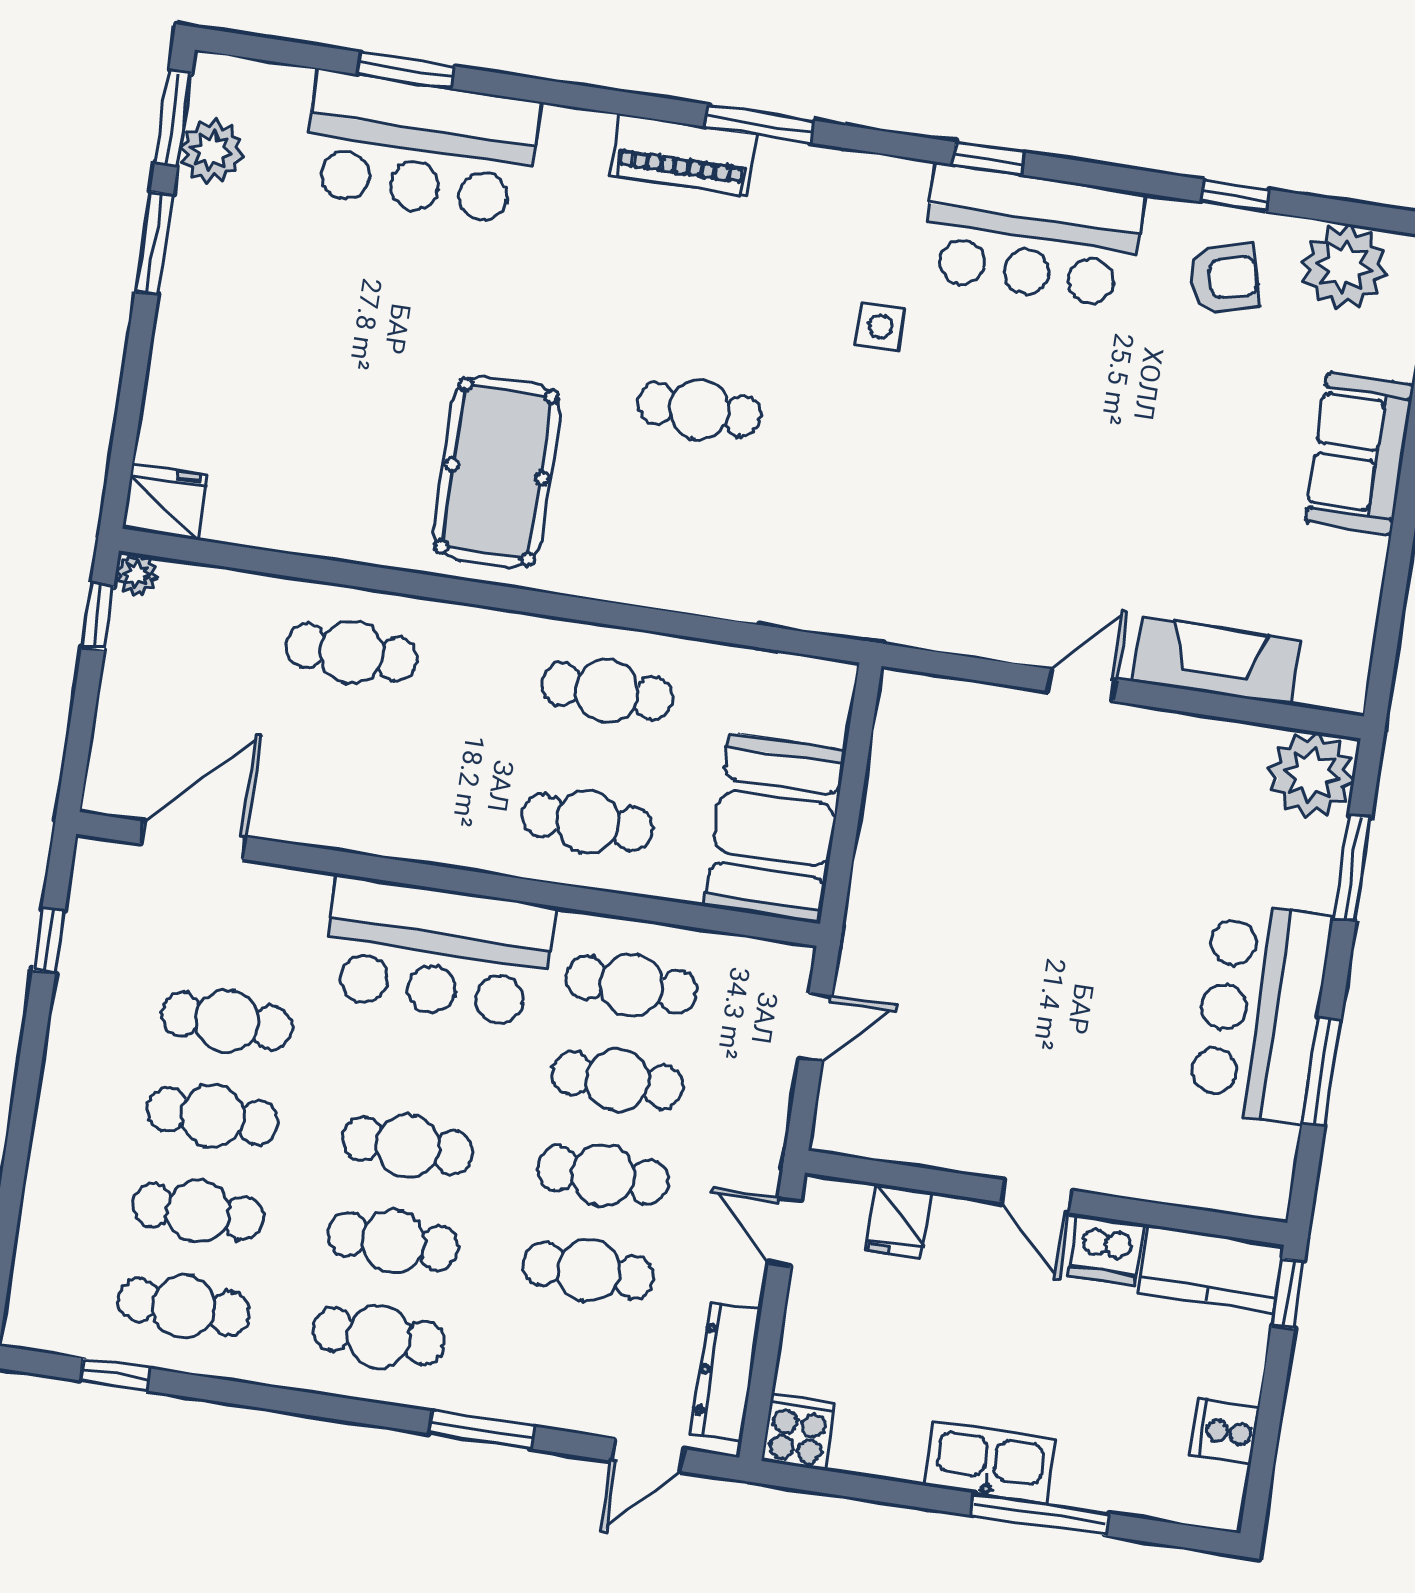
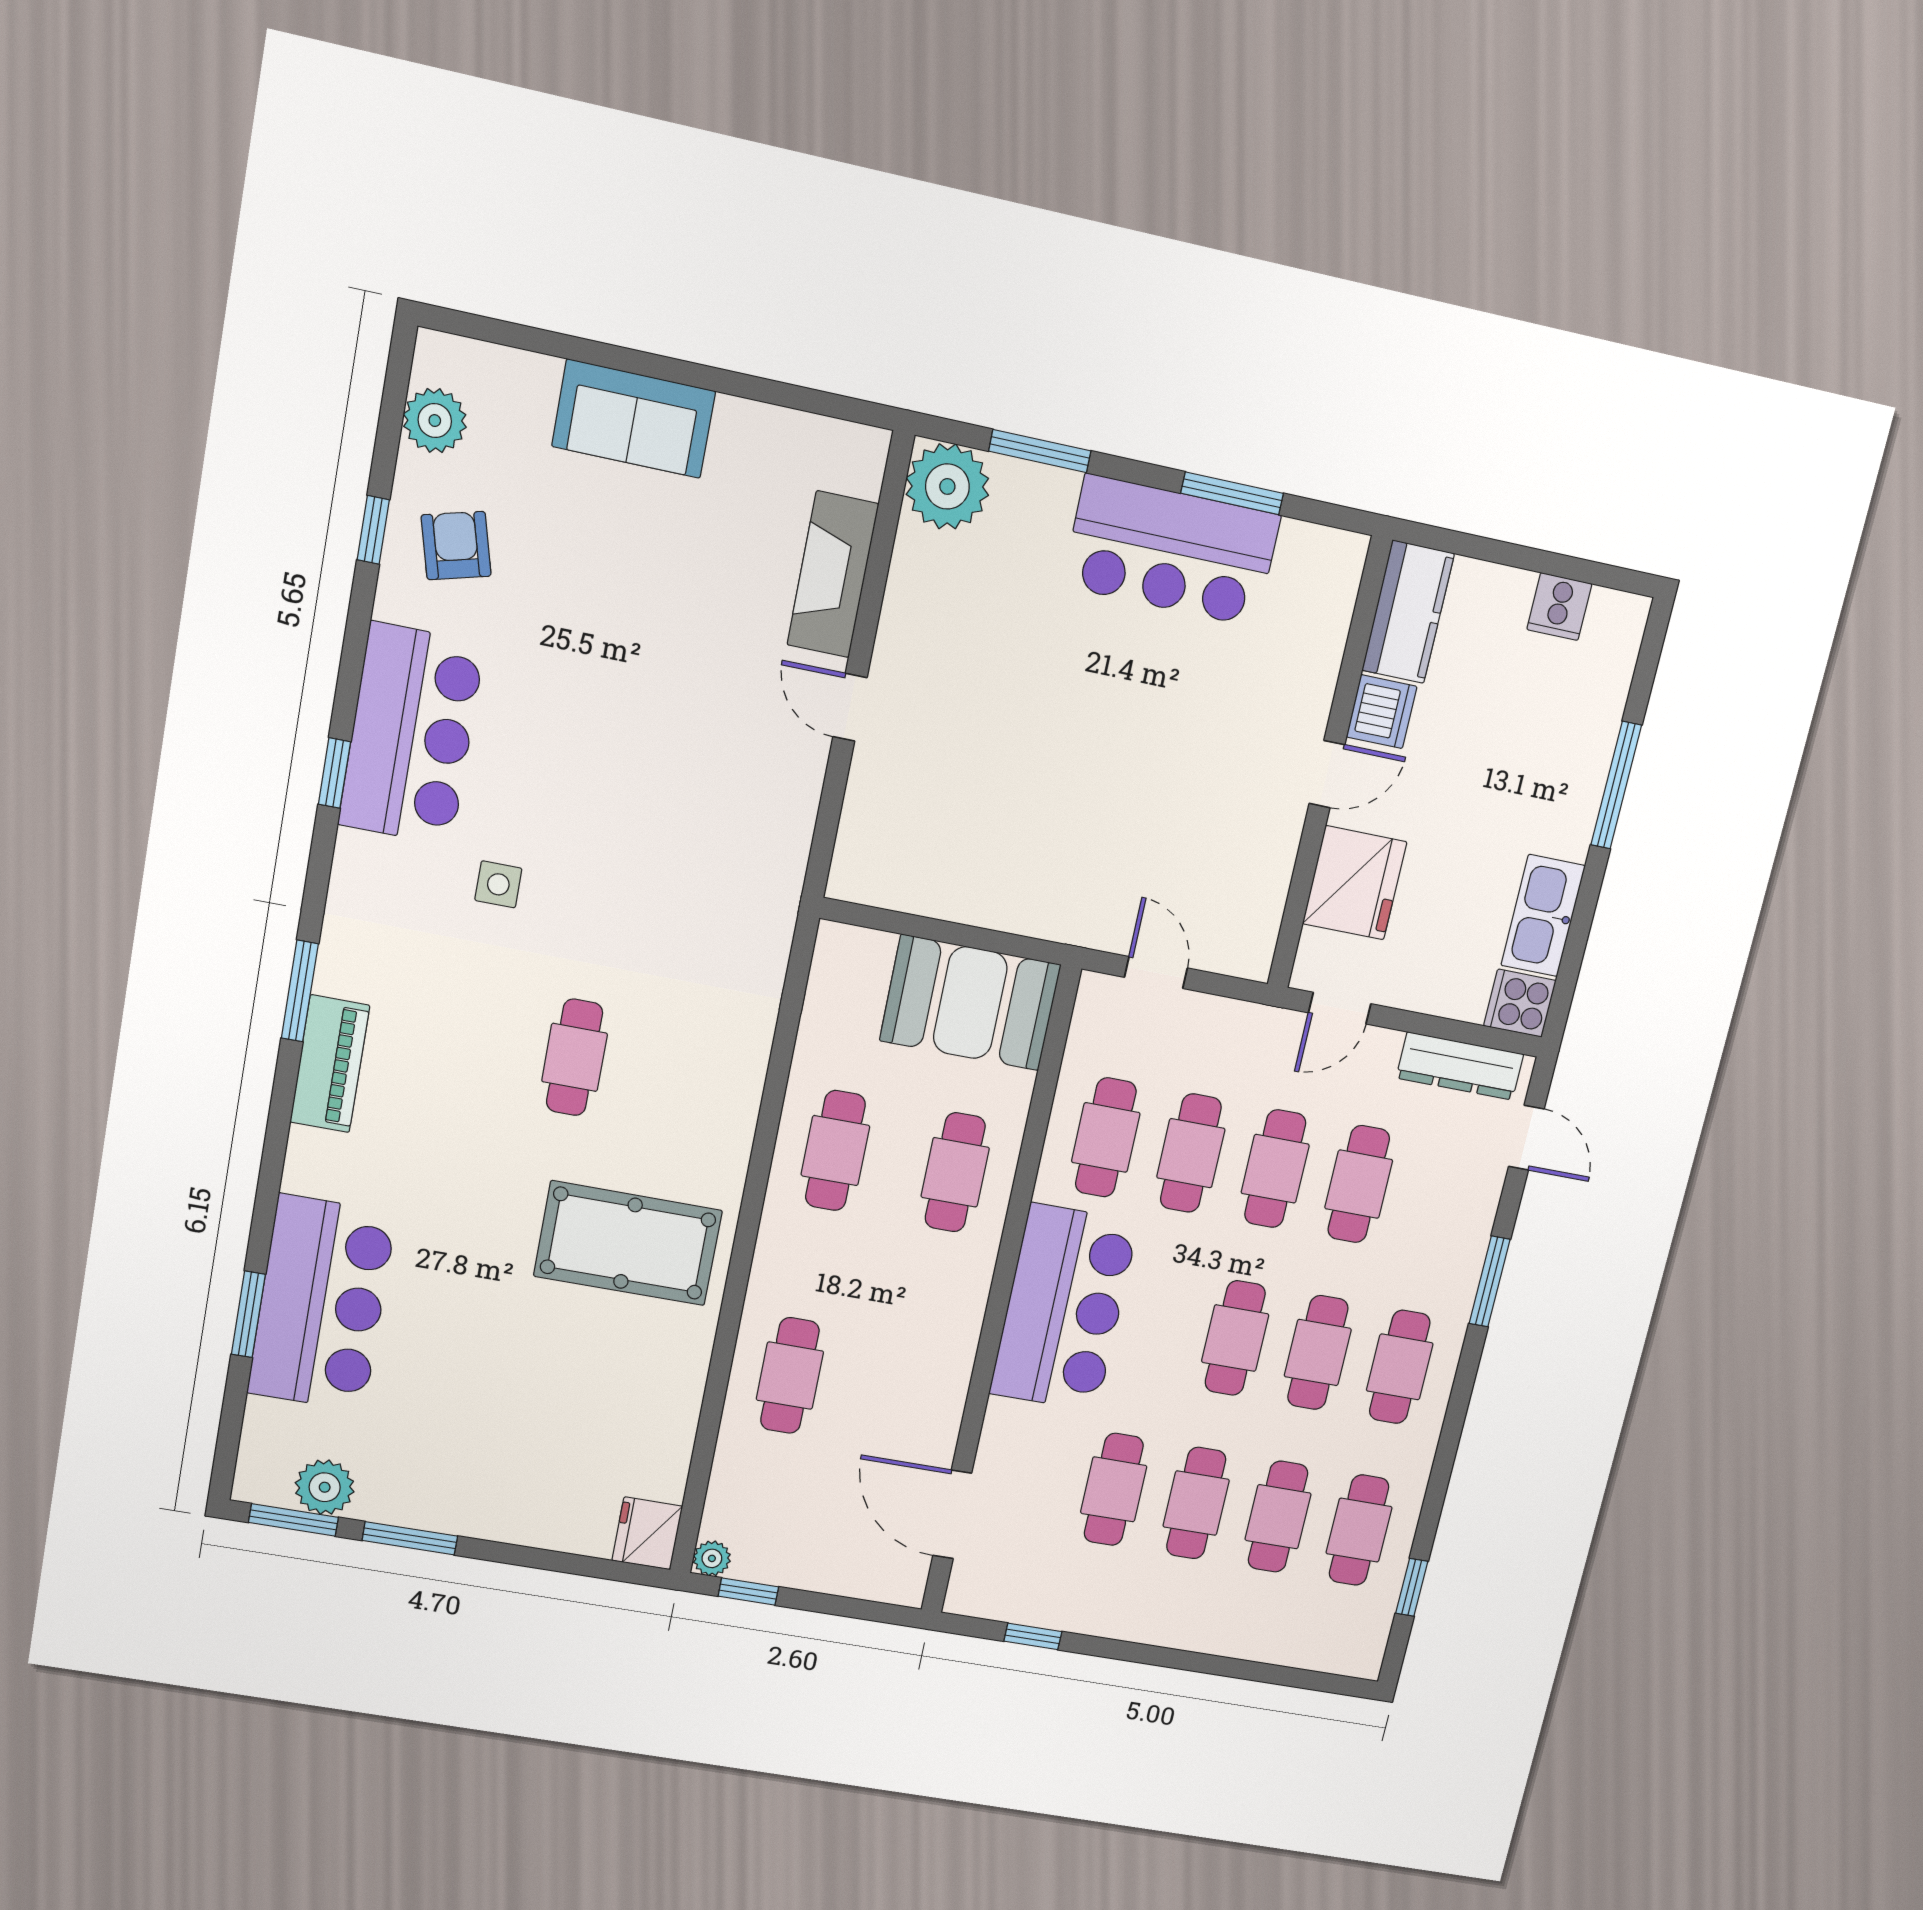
plant: (1344, 267) -> (435, 421), width x0.73, depth x0.73
fridge: (899, 1221) -> (1355, 883), width x1.88, depth x1.34
window: (1288, 1293) -> (1438, 539), removed
kitchen sink: (990, 1463) -> (1543, 916), moved

